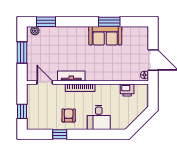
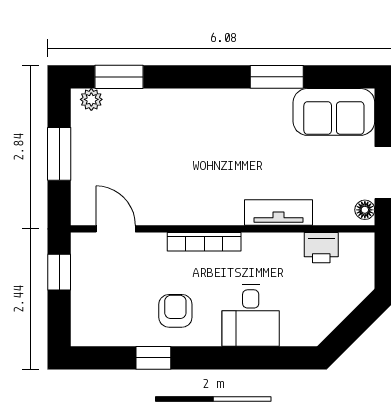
sofa: (105, 36) -> (334, 112), moved
tv unit: (71, 76) -> (279, 212), moved
window: (22, 111) -> (59, 272), moved

